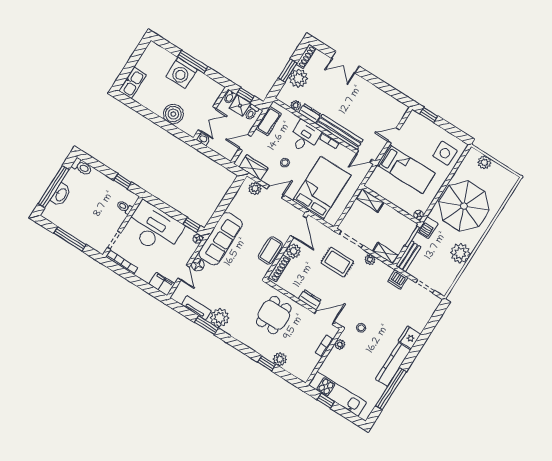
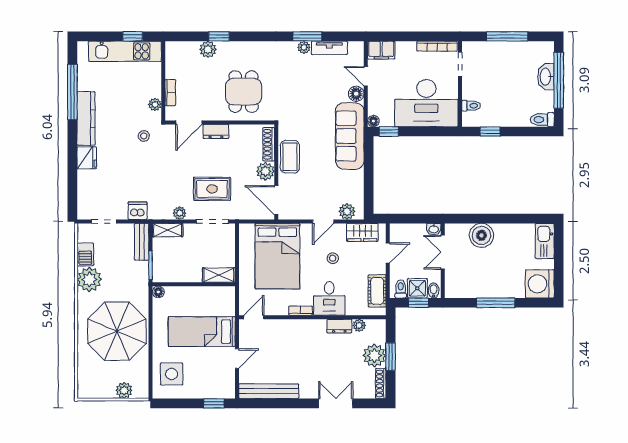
washing machine: (182, 73) -> (540, 284), moved, turned -90
bench: (340, 132) -> (269, 391), moved
barbecue: (428, 227) -> (85, 254), moved, turned 180
plant: (220, 318) -> (304, 47), width x0.53, depth x0.53

